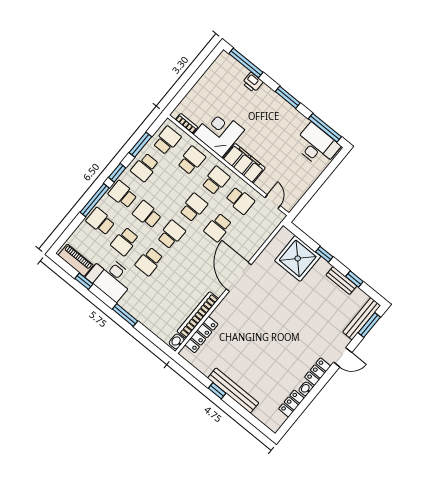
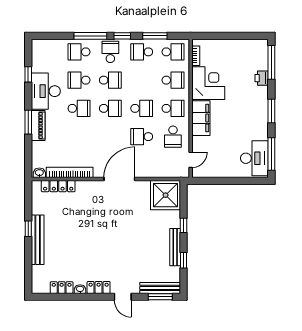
school desk: (147, 214) -> (110, 80), turned 90
school desk: (100, 221) -> (79, 52), turned -90
shower: (298, 258) -> (166, 195), moved
piano: (76, 260) -> (38, 126), moved
school desk: (149, 261) -> (79, 108), turned 180
bench: (341, 281) -> (175, 247), width x1.36

